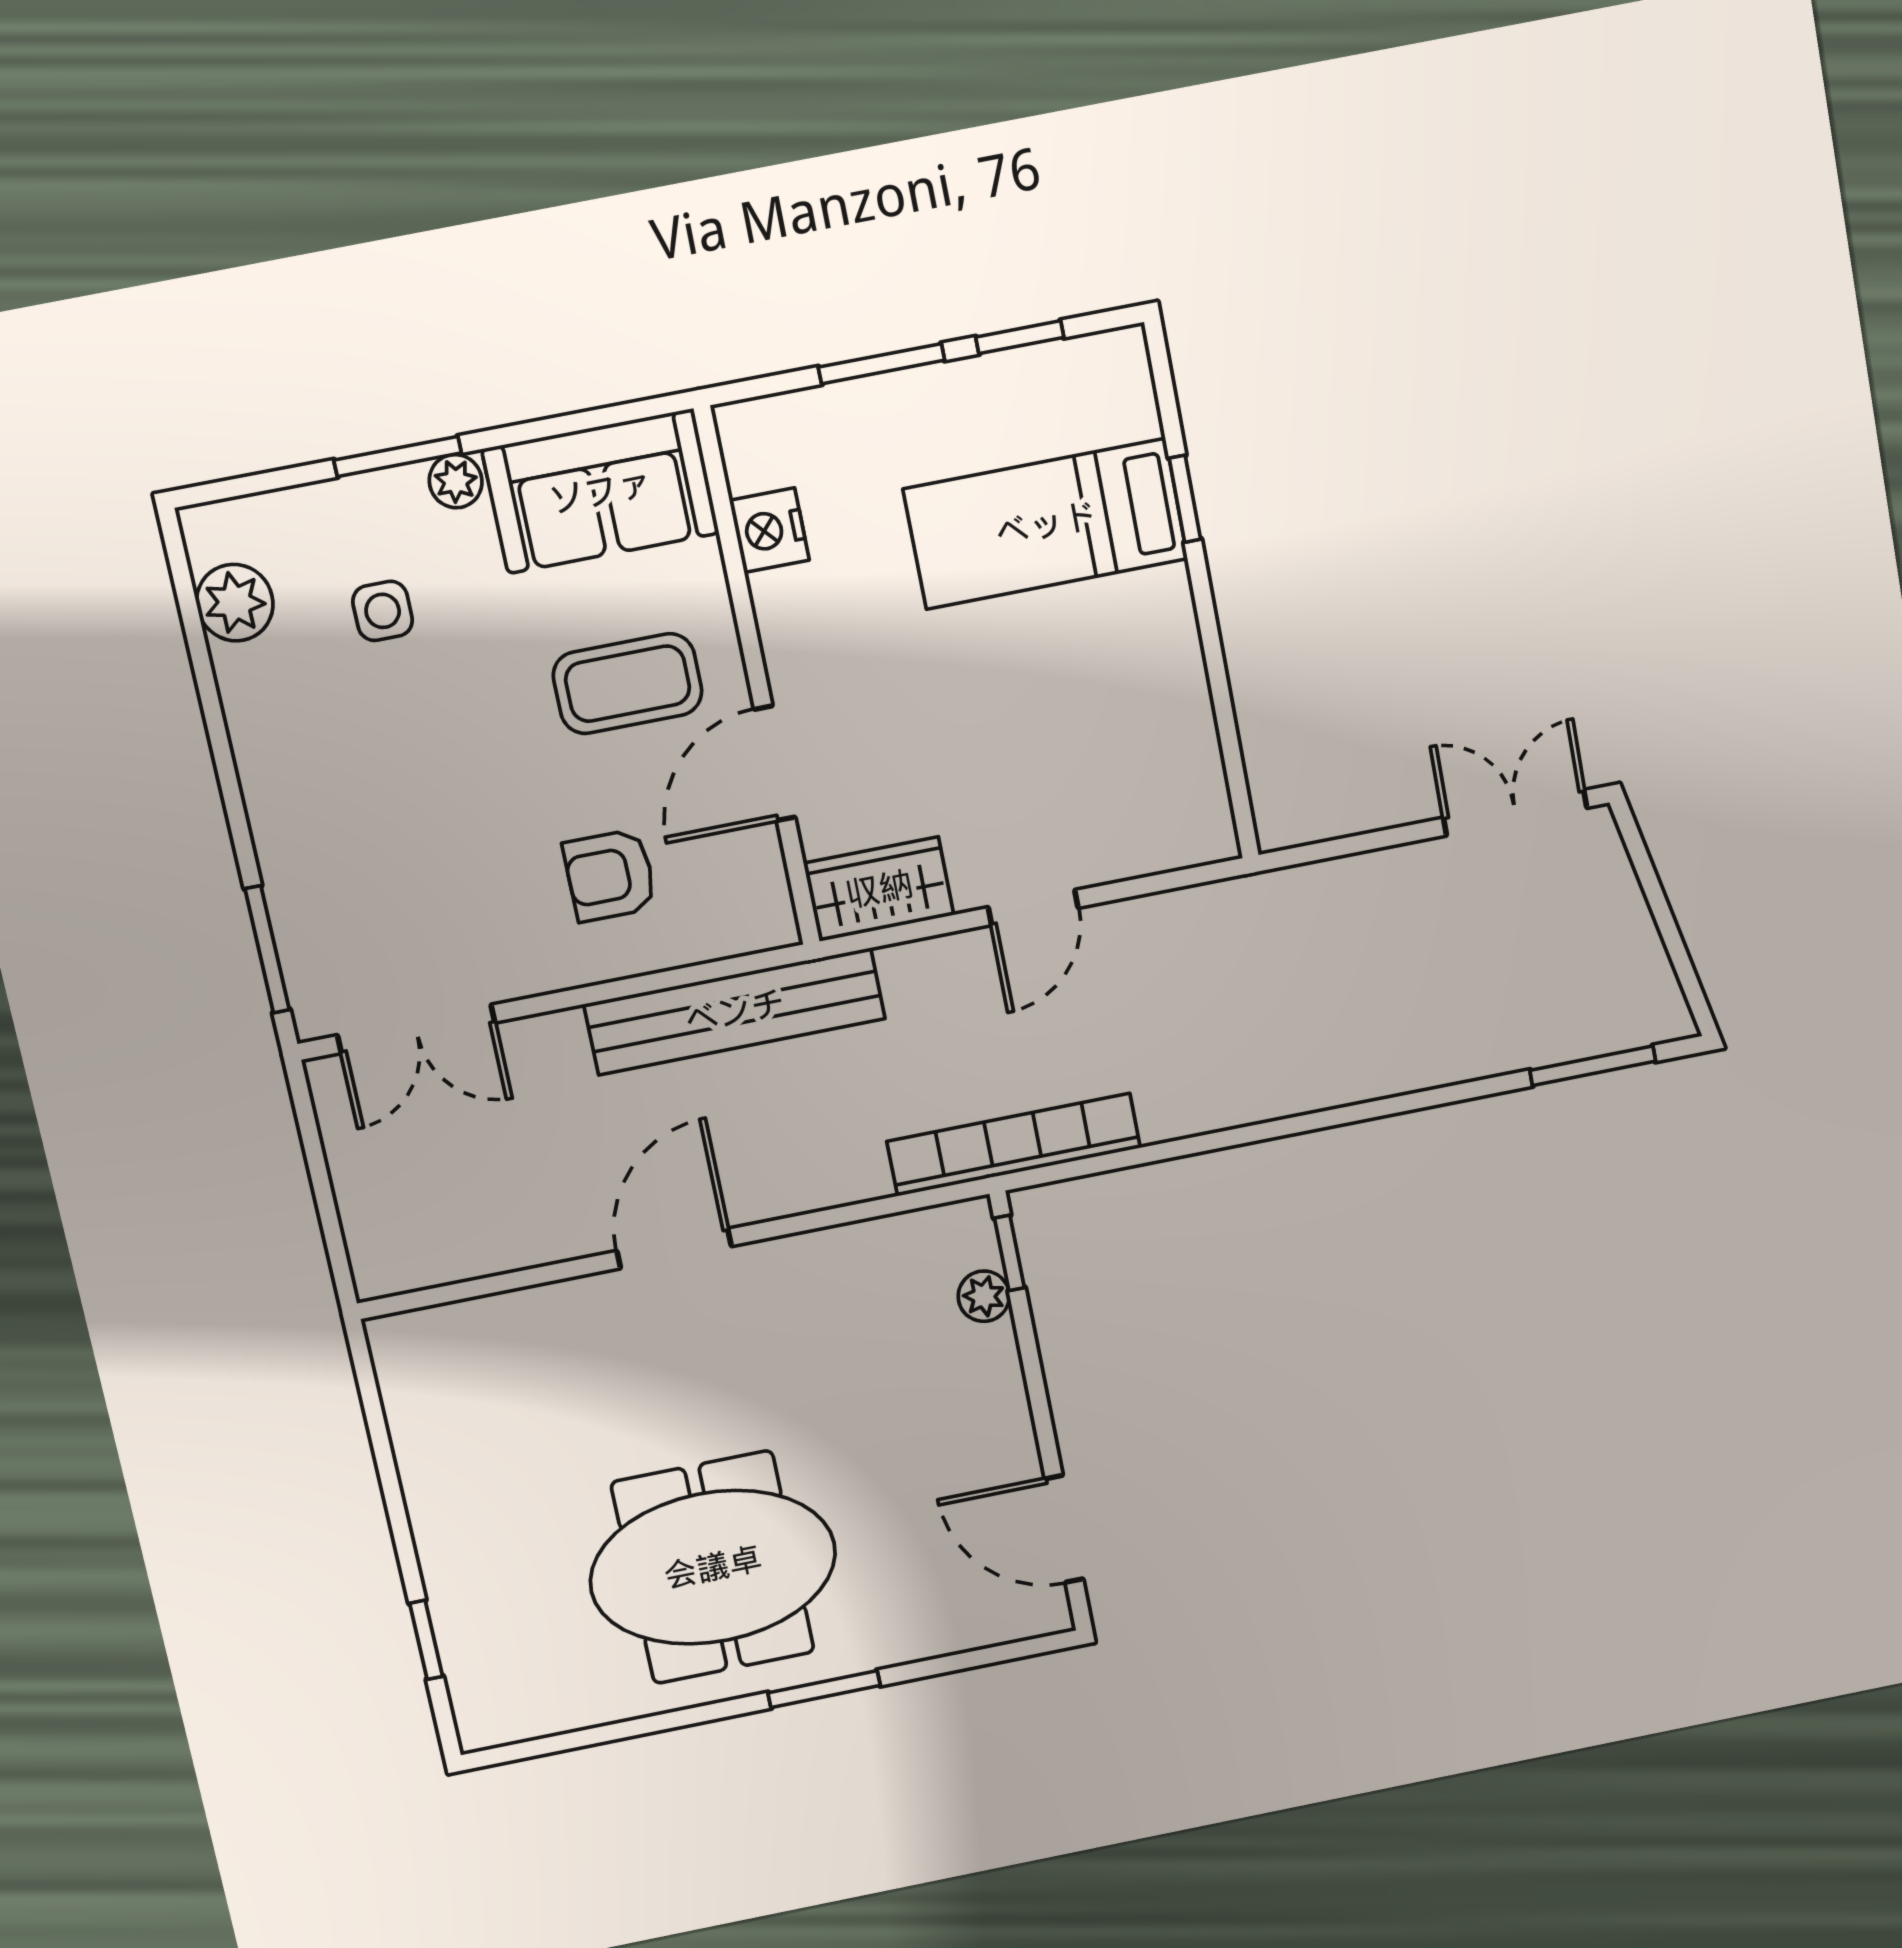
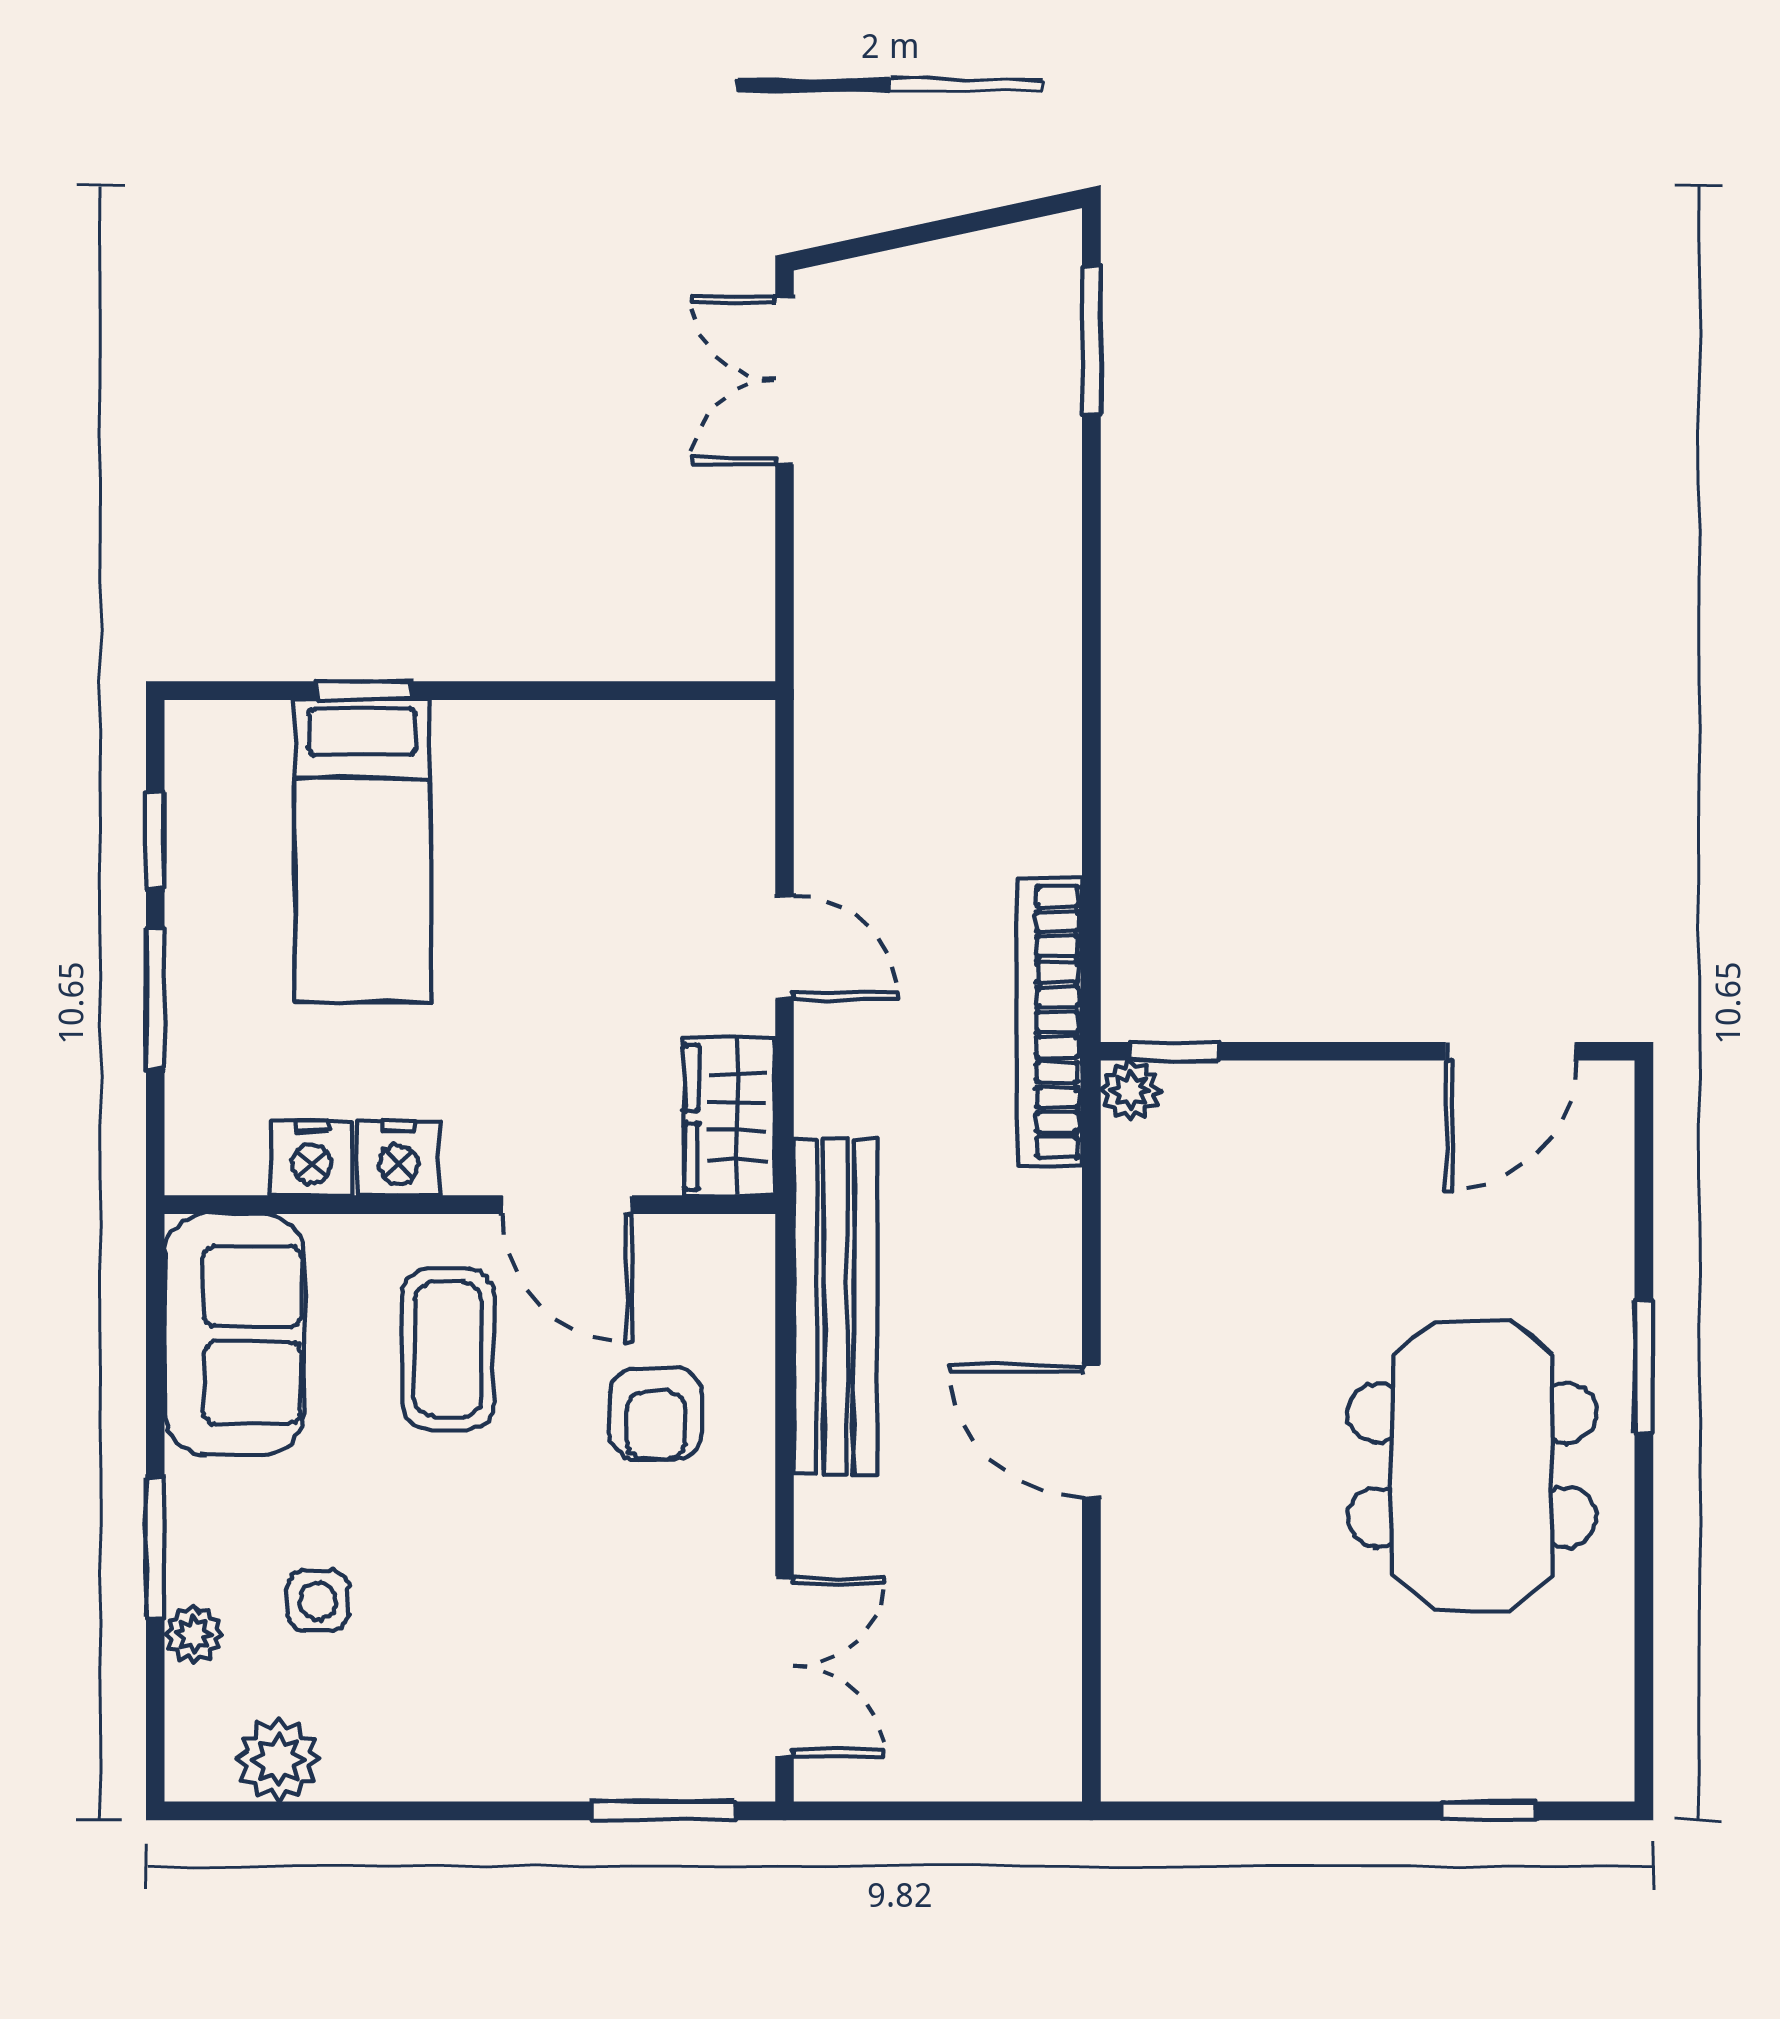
plant: (456, 481) -> (194, 1634), moved
nightstand: (785, 608) -> (399, 1158), added
plant: (984, 1296) -> (1130, 1090), moved

